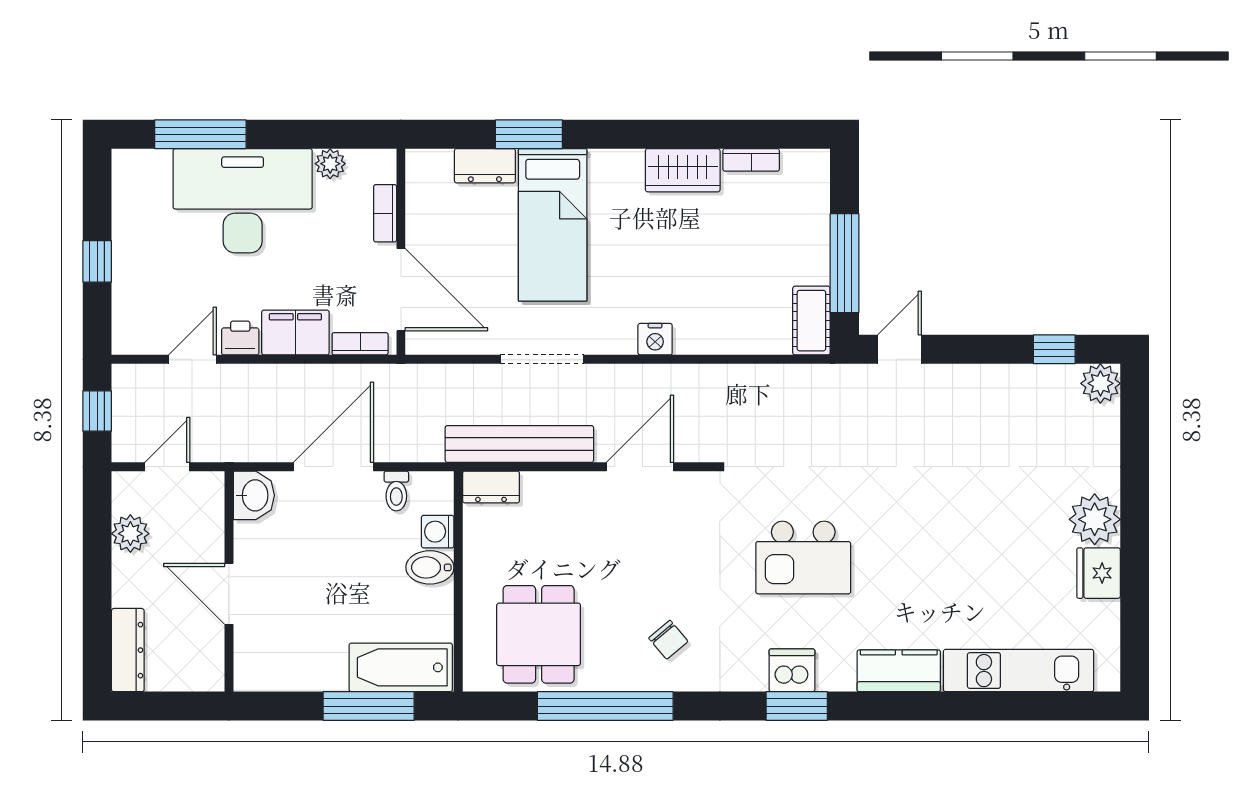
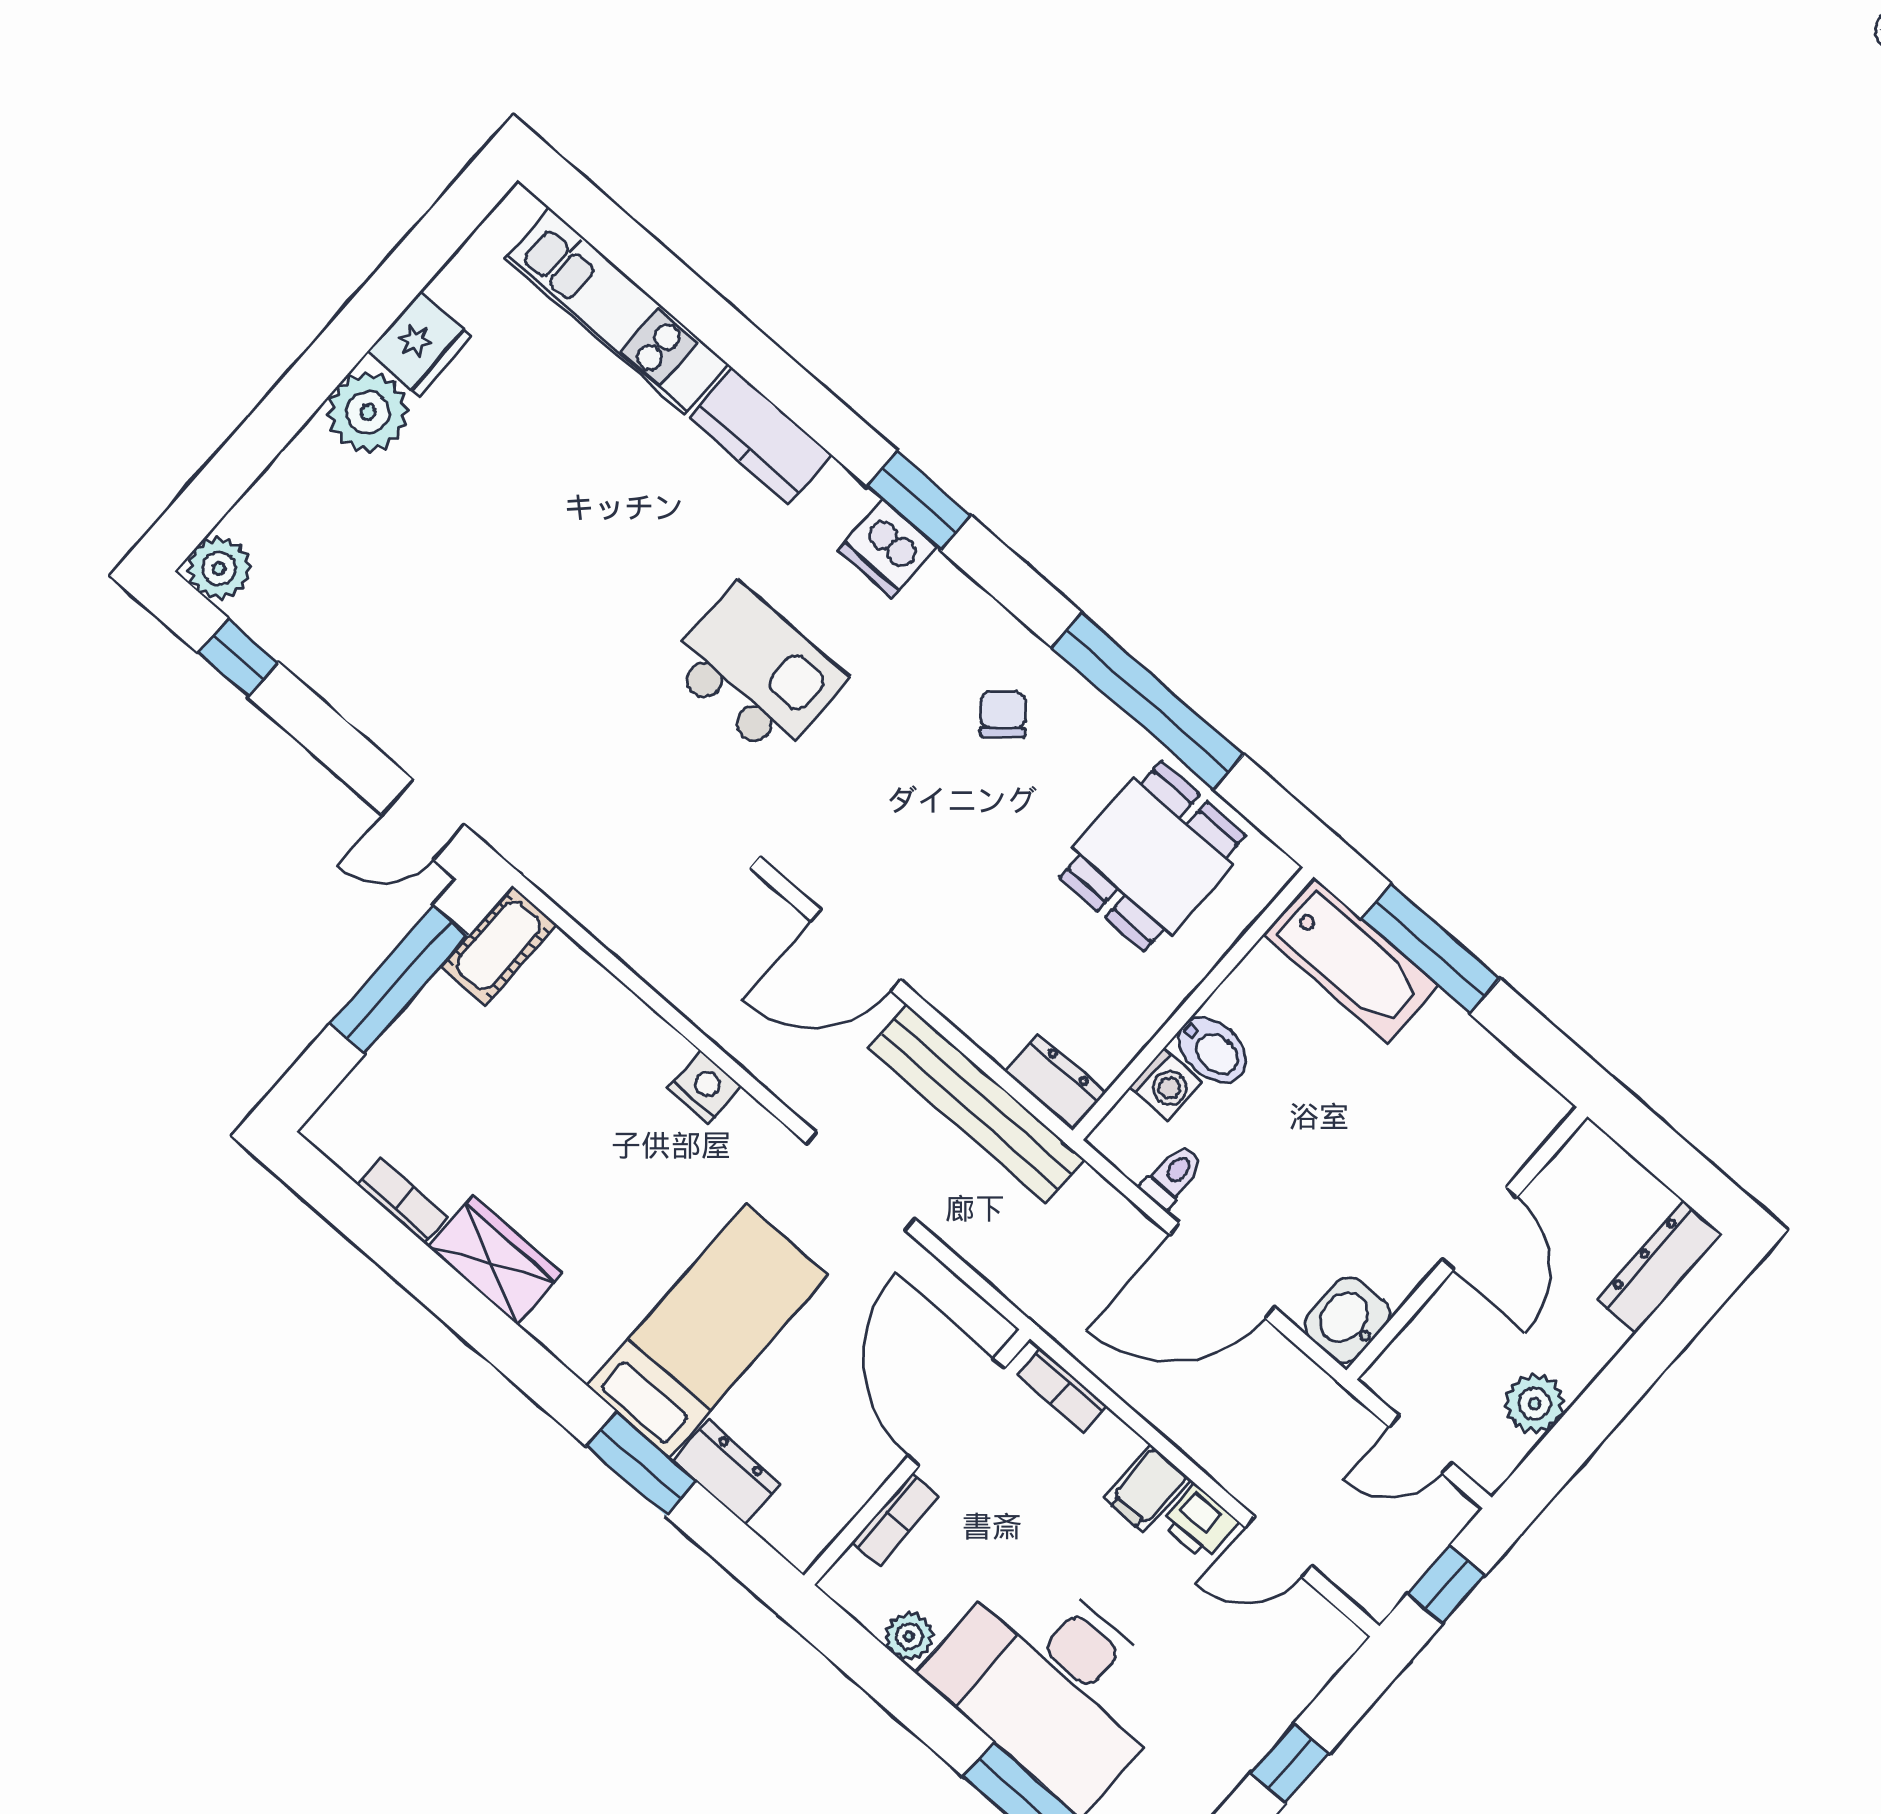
filing cabinet: (295, 332) -> (1147, 1489), width x0.50

